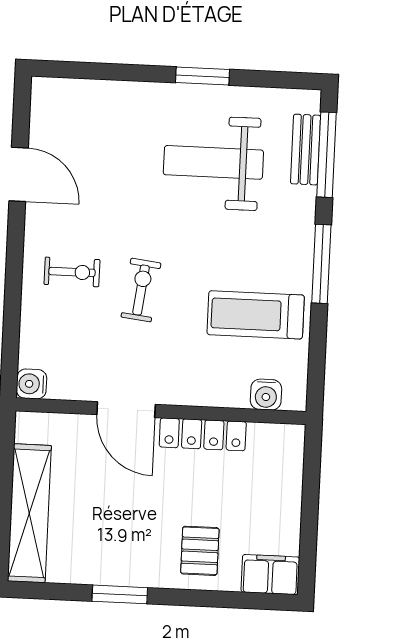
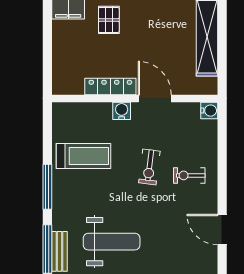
water cooler: (266, 395) -> (122, 111), moved

